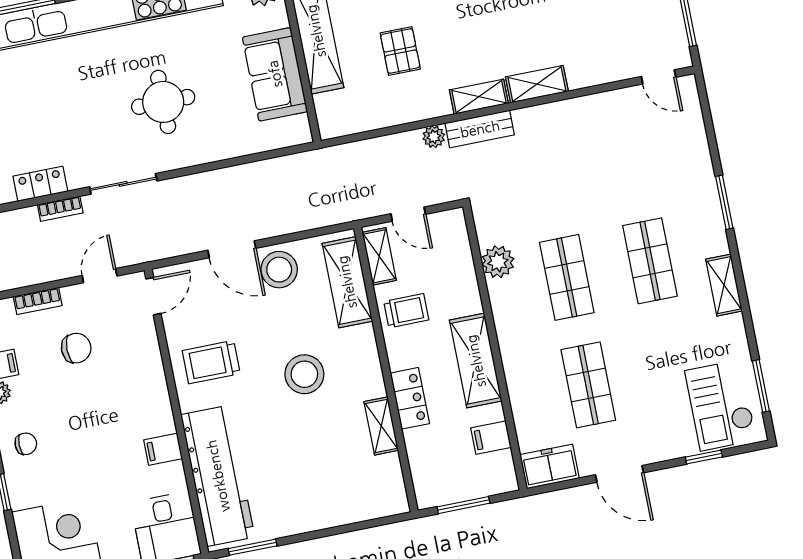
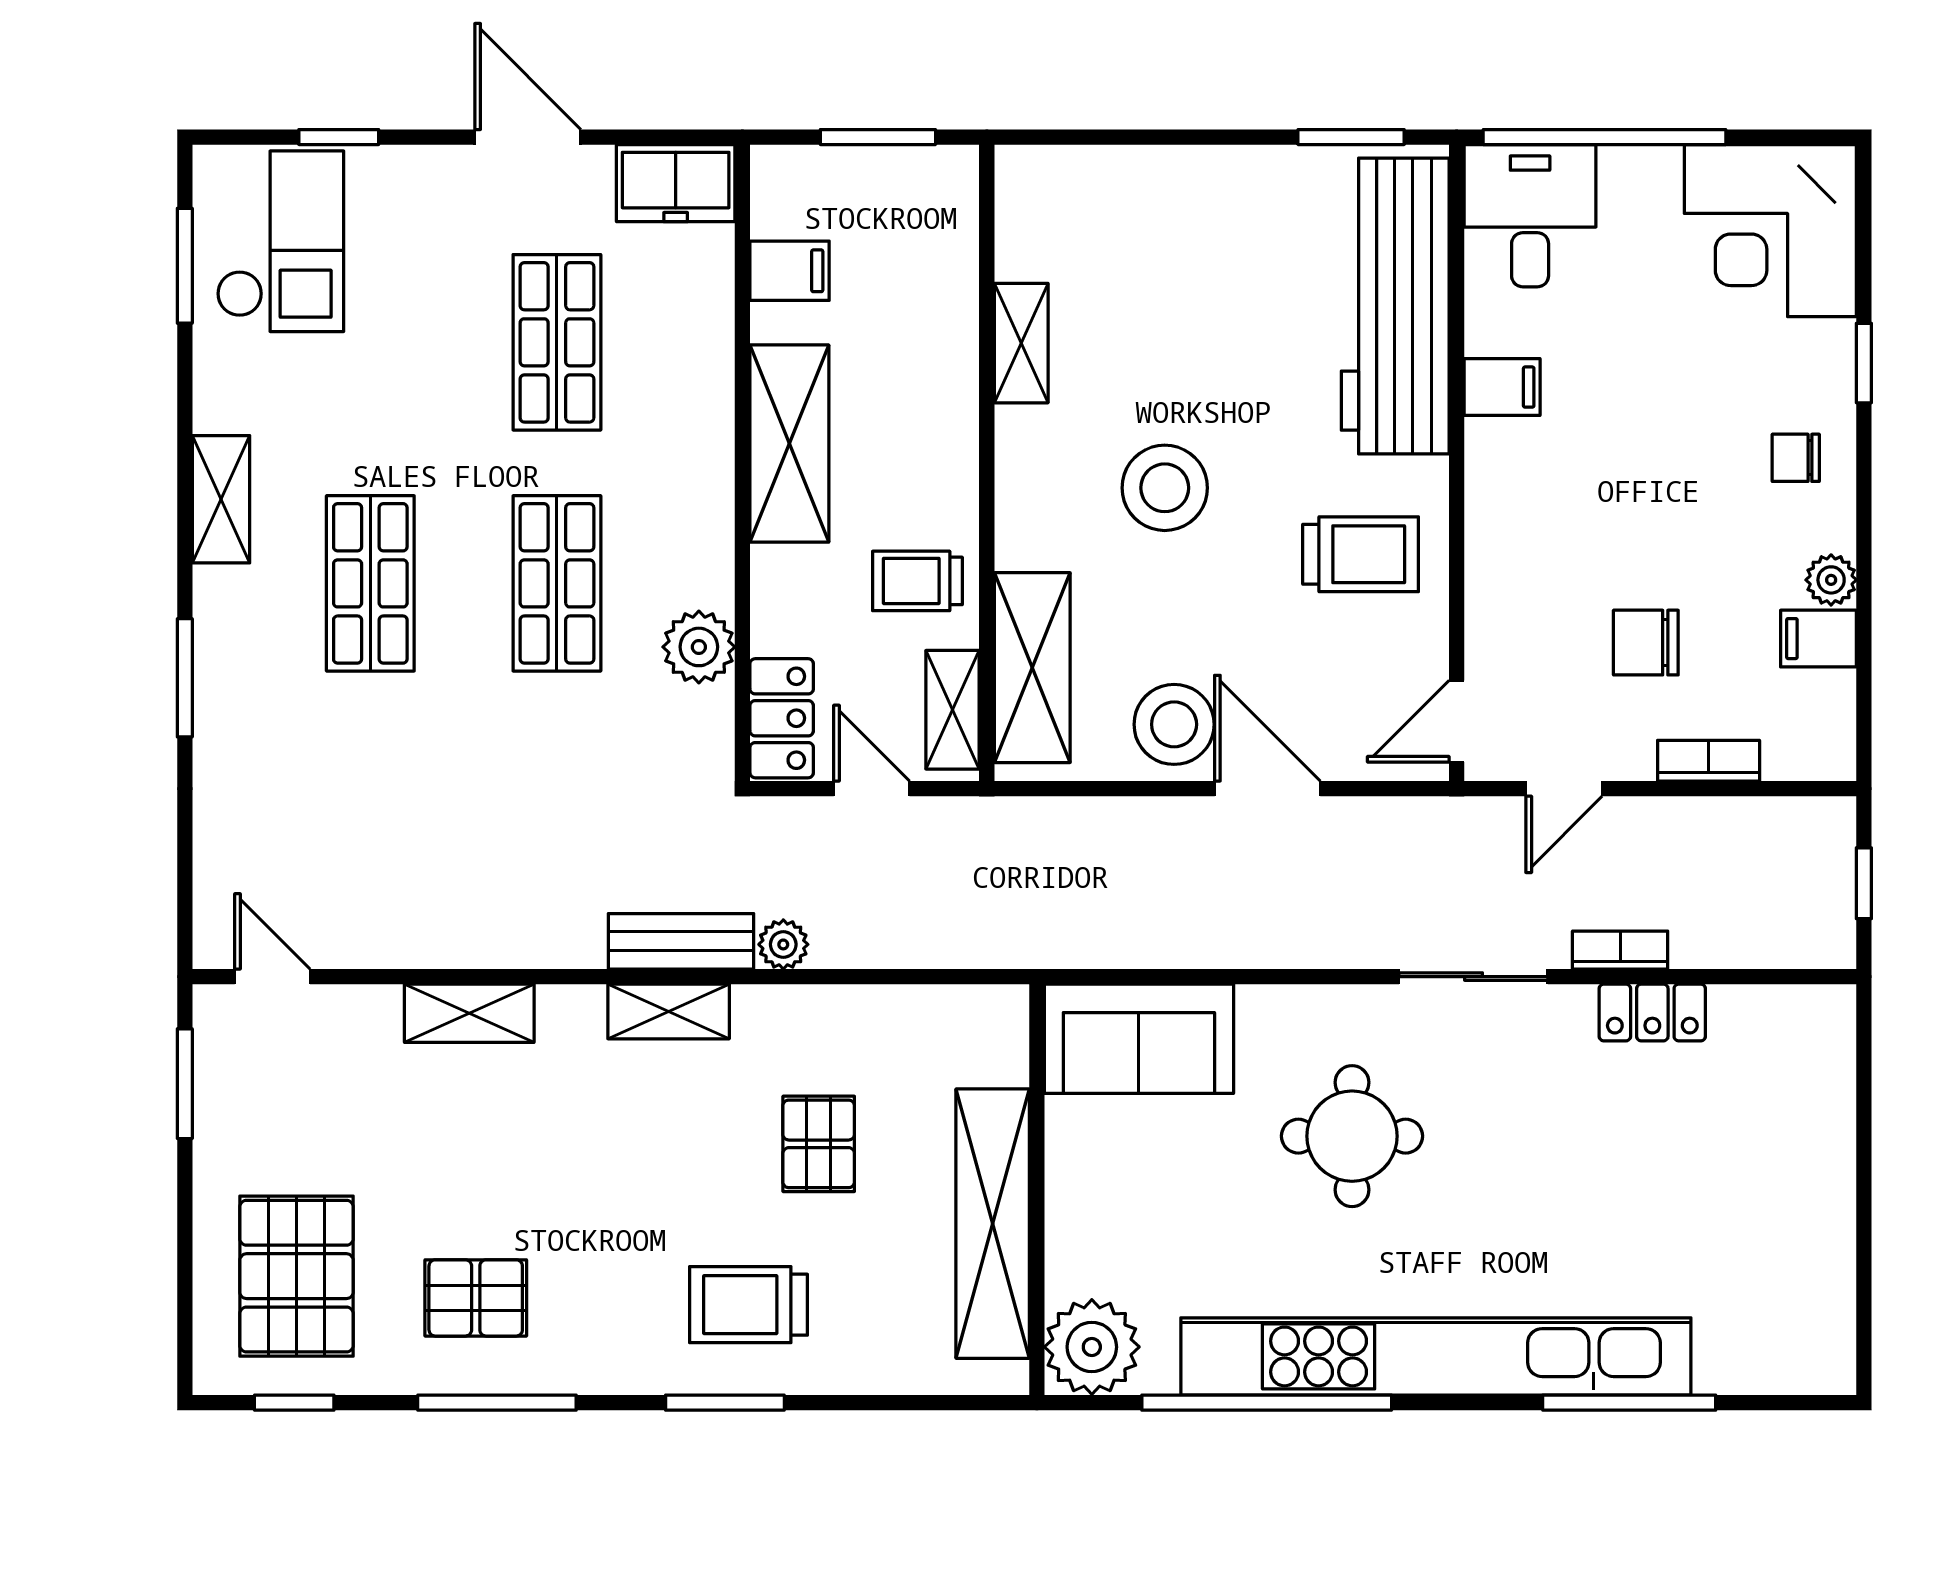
sofa: (275, 74) -> (1139, 1039), moved, turned 90
shelving: (537, 84) -> (469, 1013), moved
locker: (410, 398) -> (782, 718), moved, turned 180

